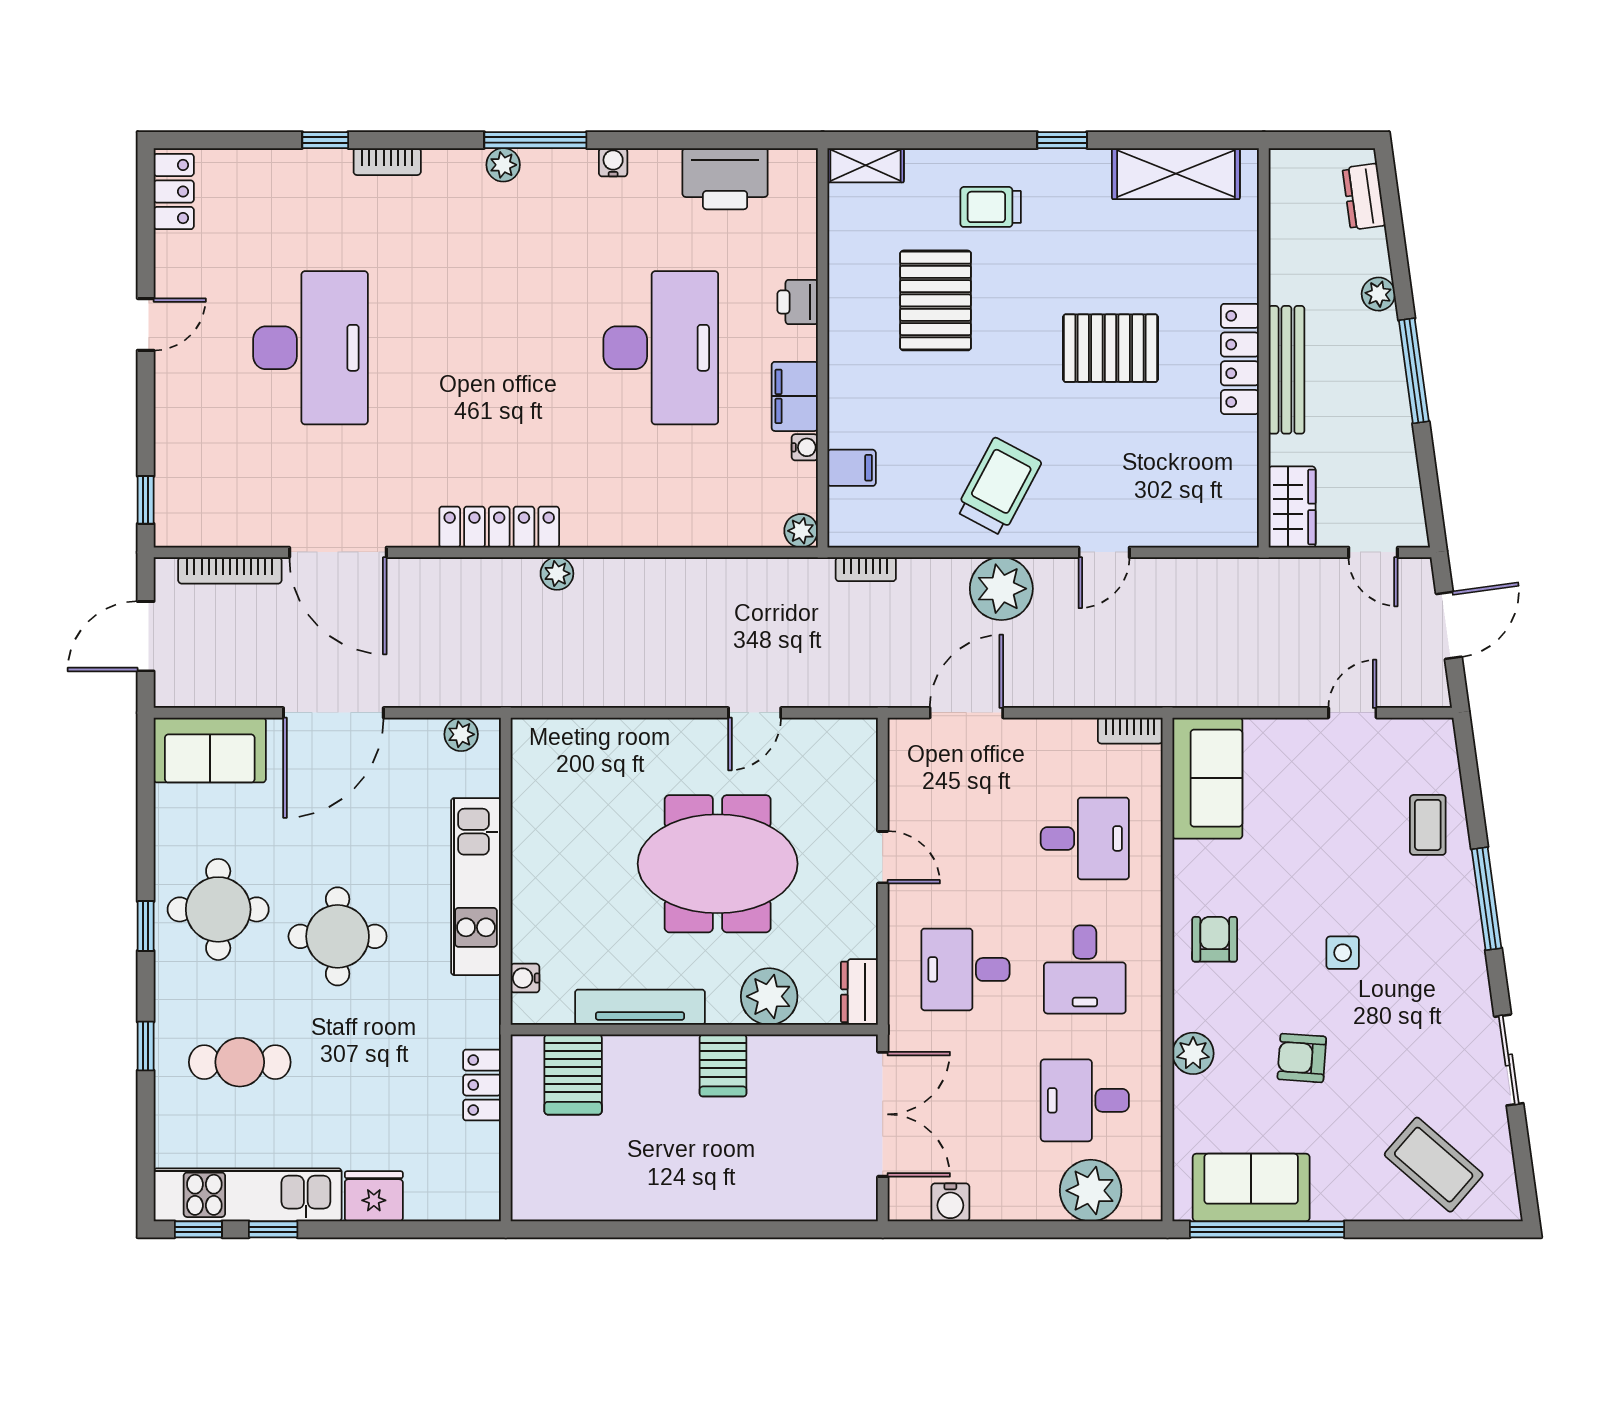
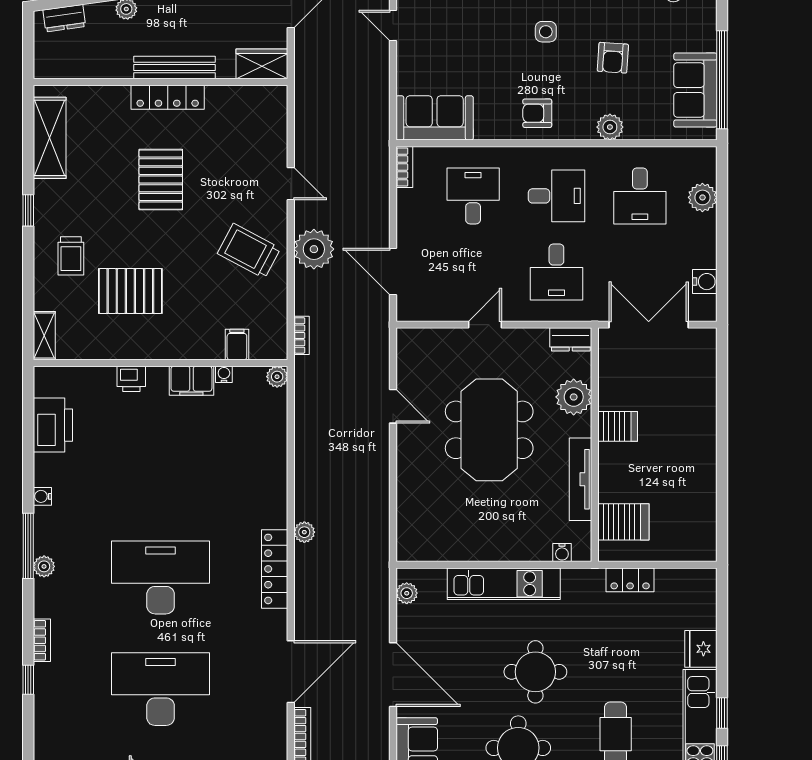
desk: (661, 348) -> (161, 578), moved
plant: (1091, 1191) -> (702, 197), width x0.73, depth x0.73

